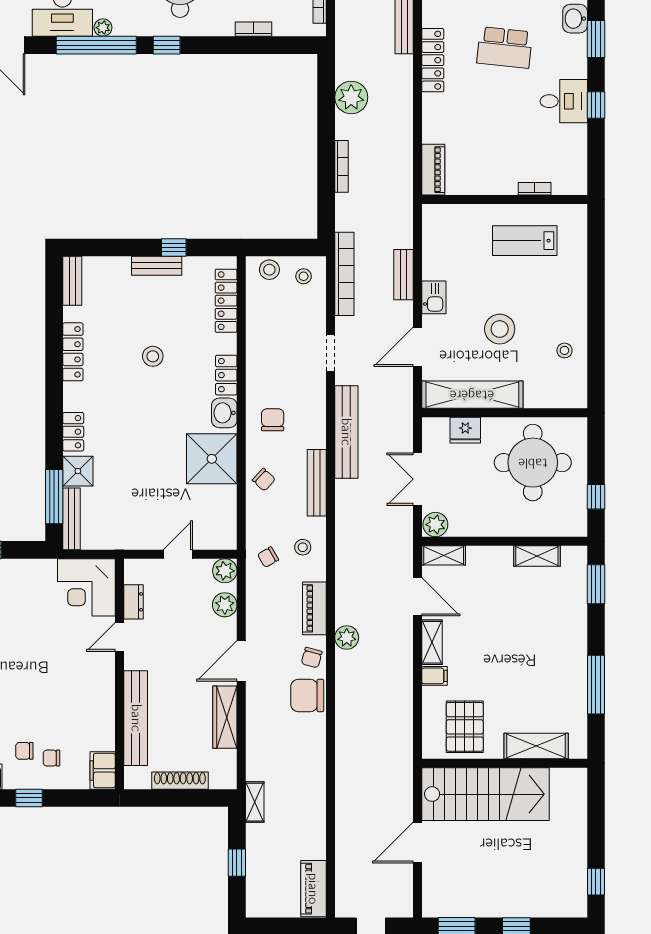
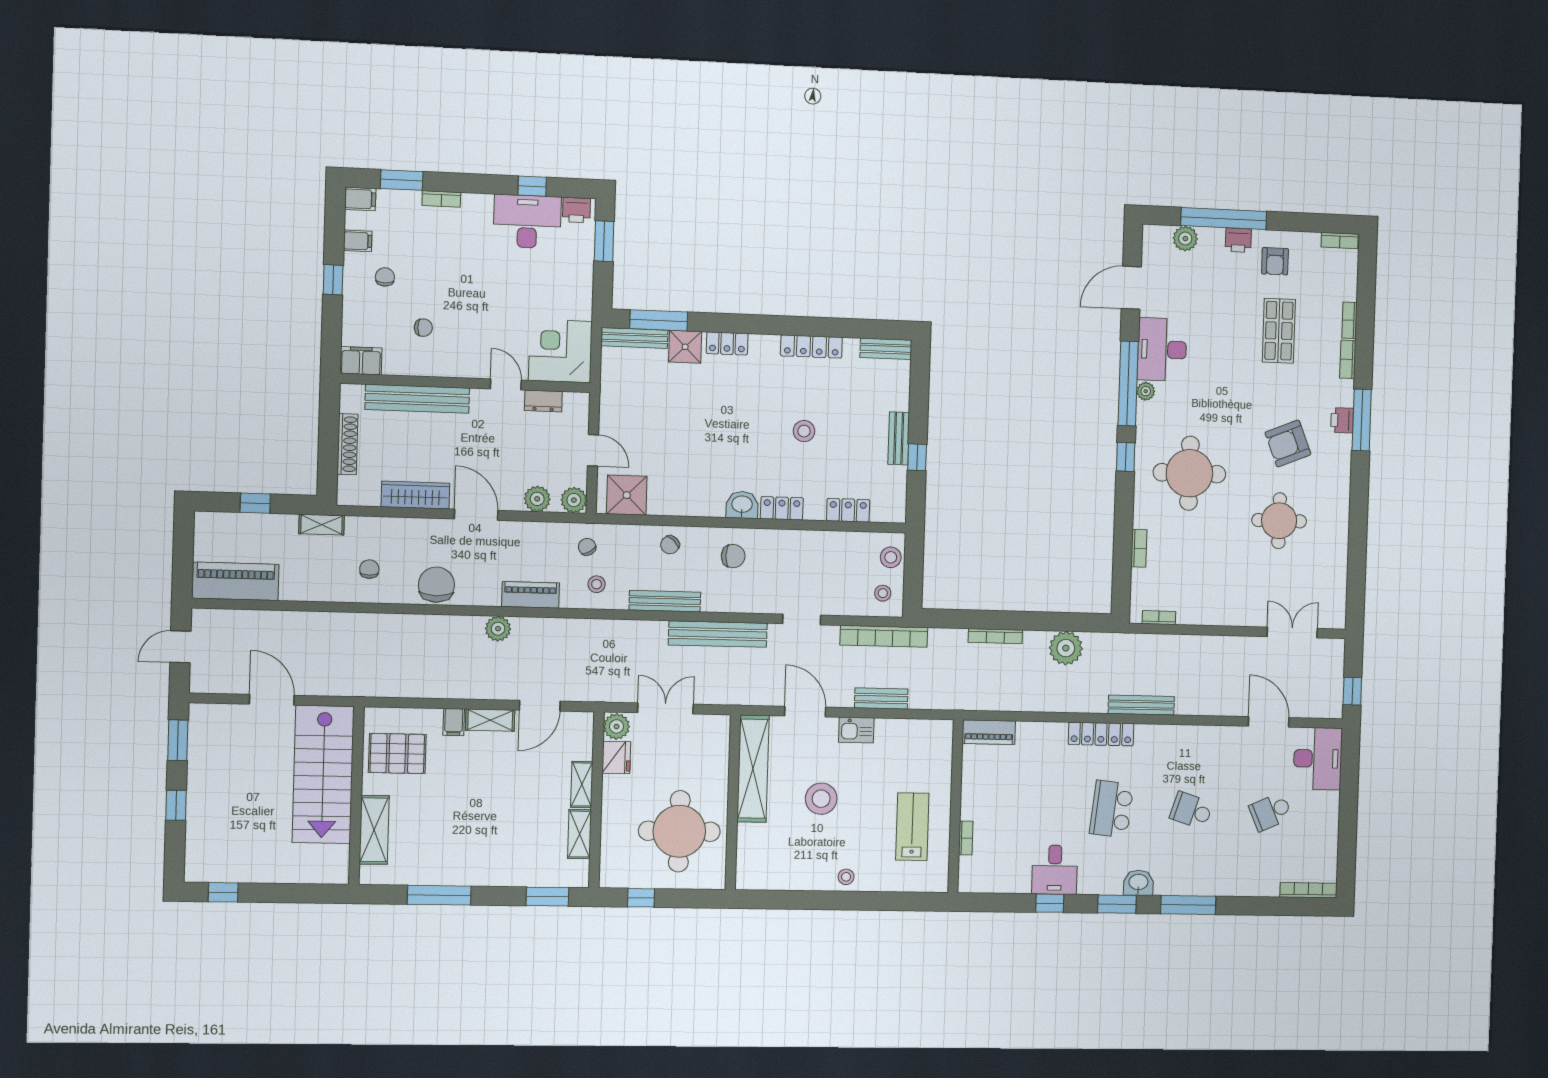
locker: (226, 301) -> (848, 510), width x0.66
stool: (564, 350) -> (846, 877), moved
fridge: (465, 430) -> (616, 758), moved, turned 180
shower: (212, 459) -> (627, 495), moved, width x0.73, depth x0.73
shelving: (444, 555) -> (582, 784), moved
chair: (312, 658) -> (369, 569), moved, turned 75
chair: (51, 758) -> (423, 328), moved, turned 90
piano: (313, 889) -> (236, 581), width x1.37, depth x1.33

